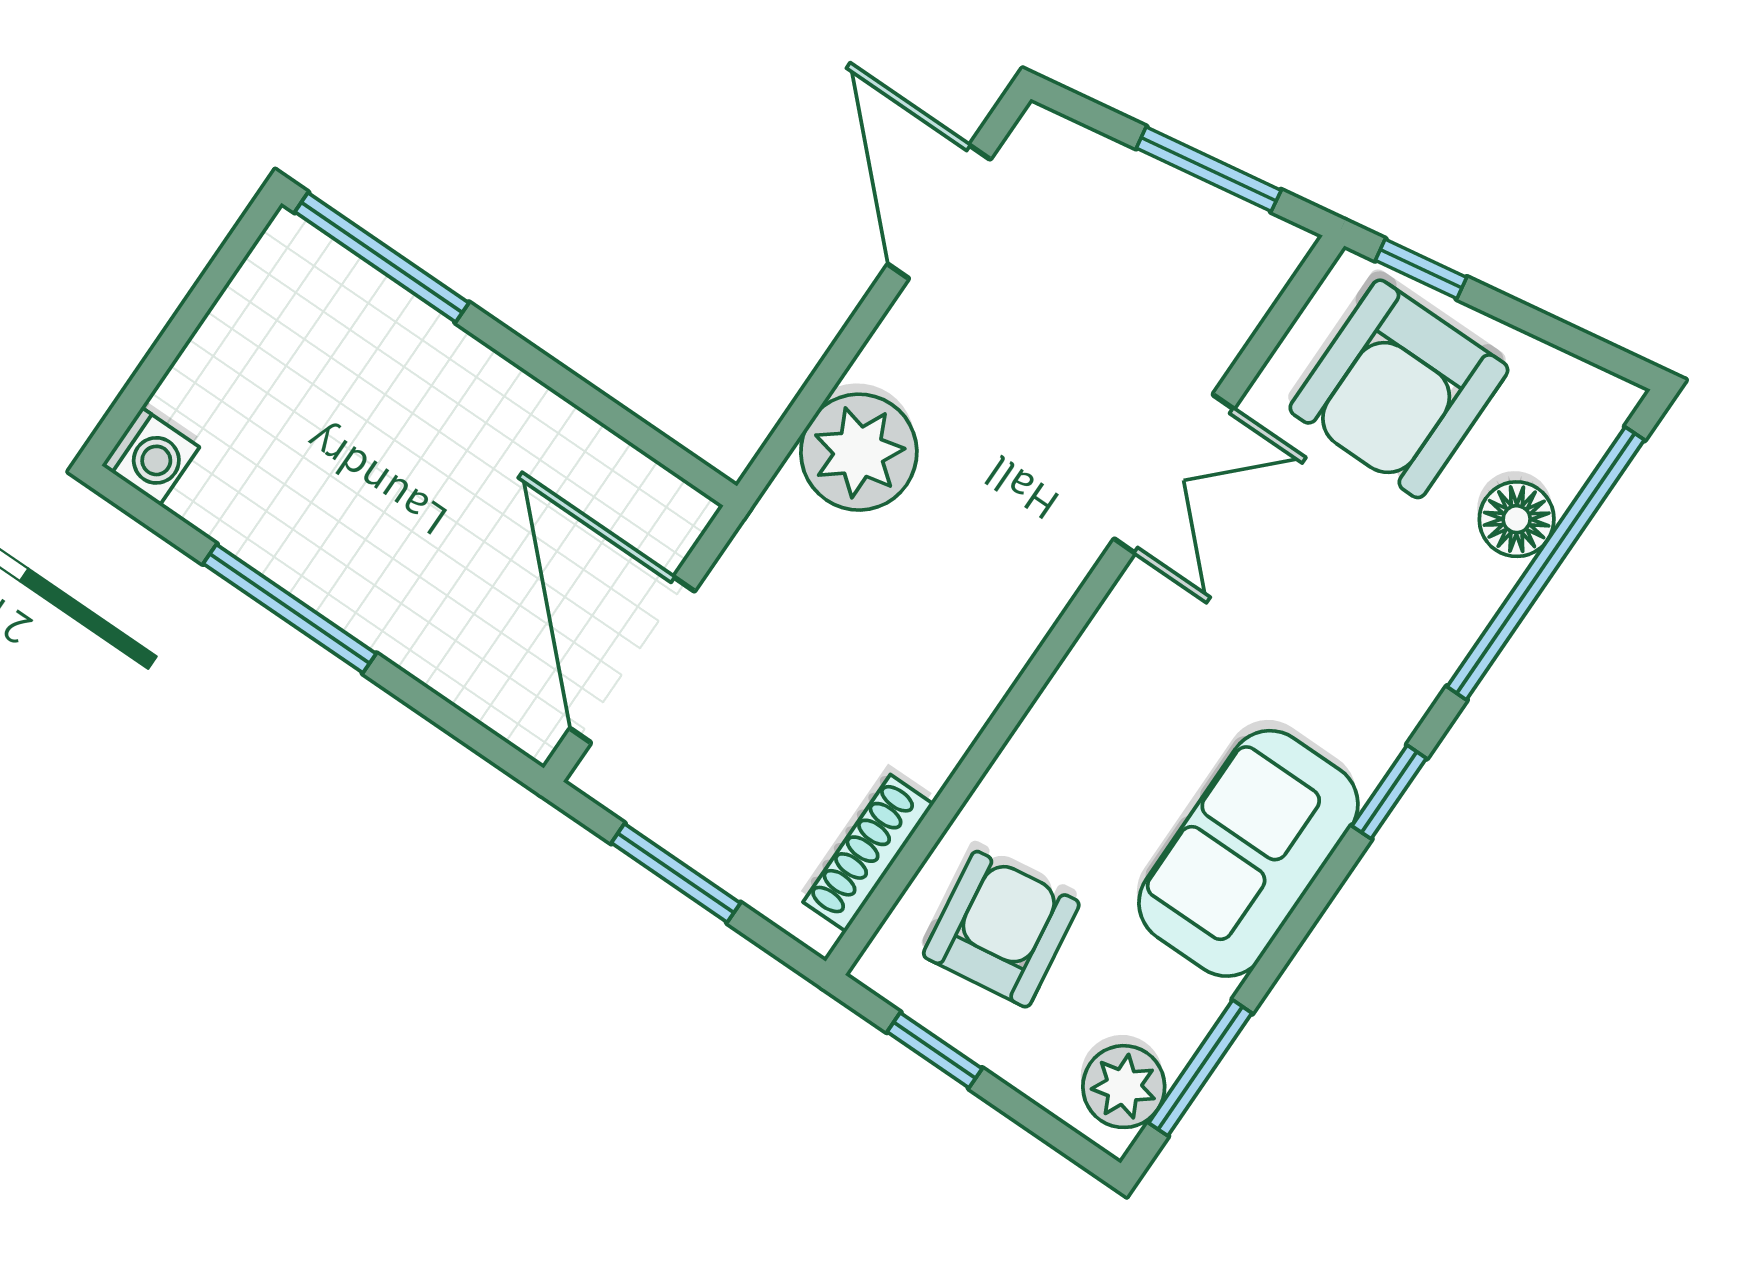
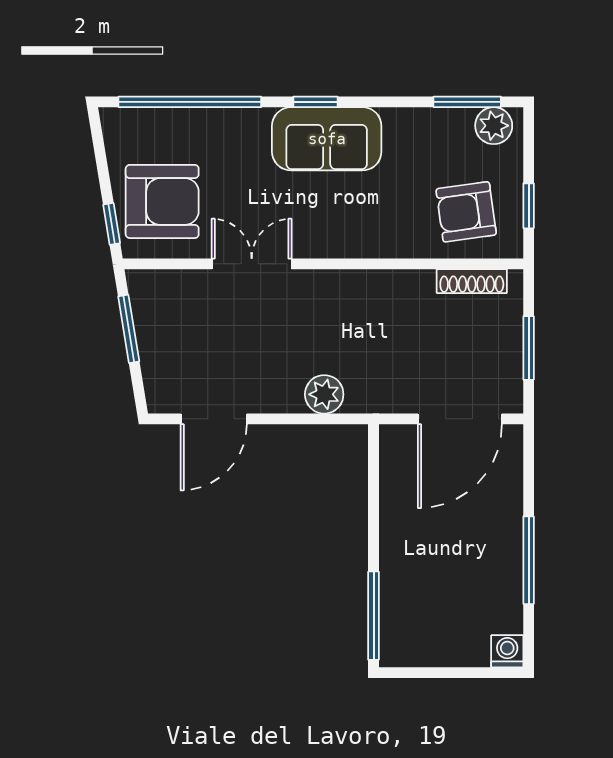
plant: (859, 452) -> (324, 394), width x0.73, depth x0.73
floor lamp: (1517, 519) -> (181, 124), removed
sofa: (1248, 853) -> (327, 139), moved

